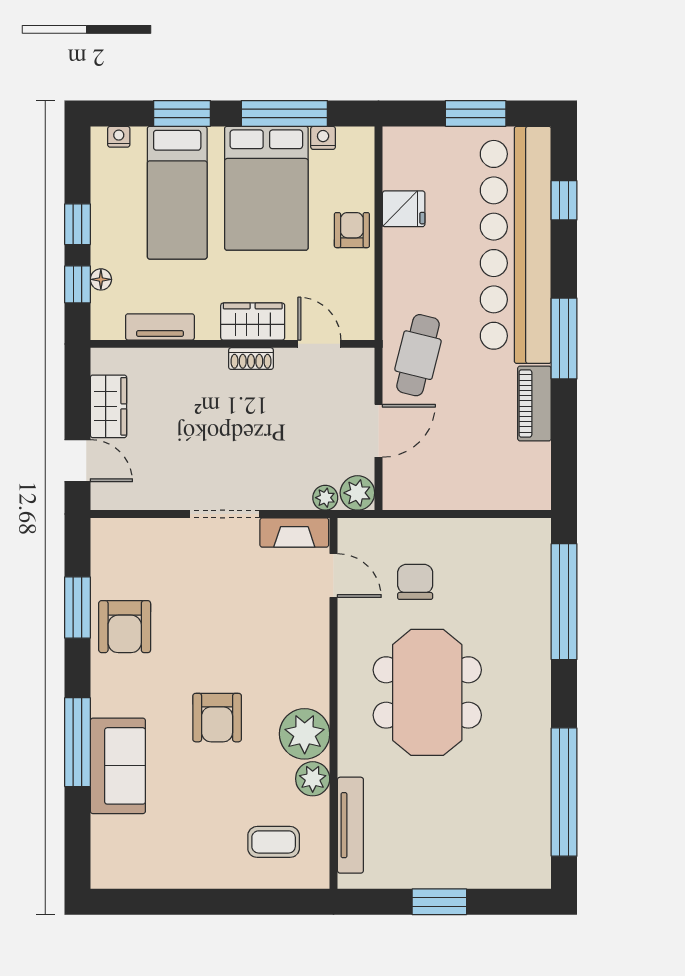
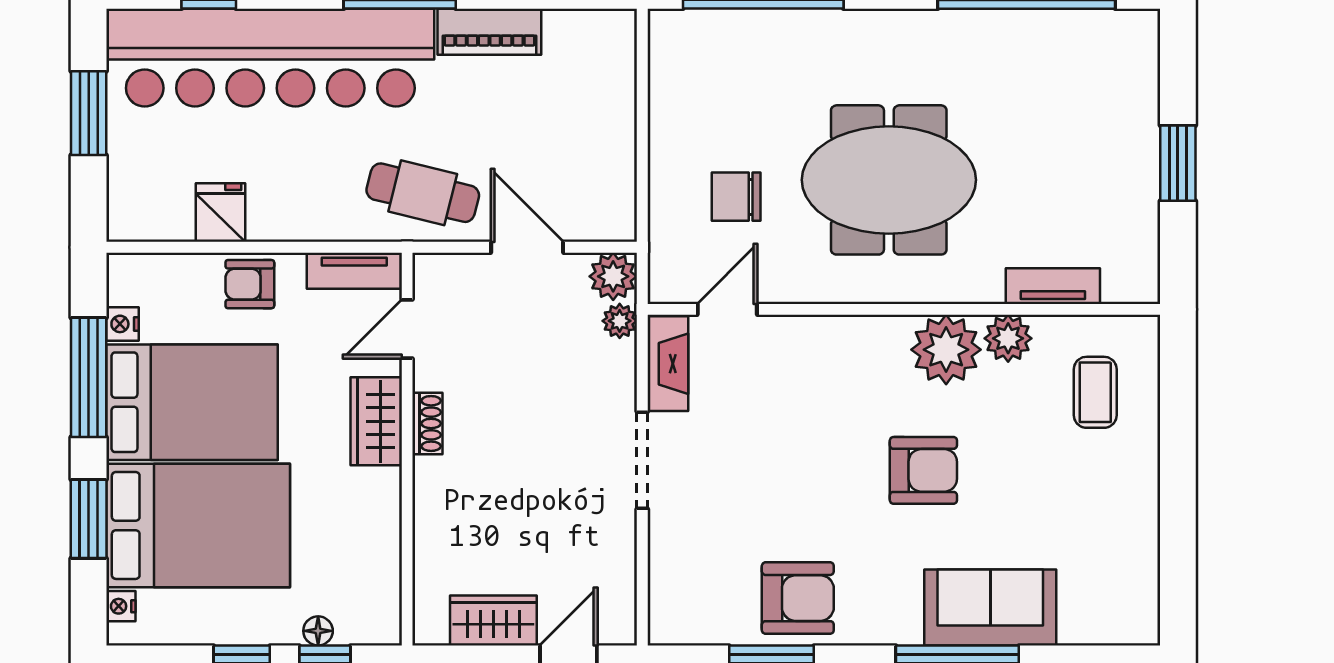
bed: (177, 193) -> (198, 525), width x1.50
tv unit: (160, 327) -> (354, 271), moved, turned -90
tv unit: (350, 825) -> (1053, 286), width x0.71

